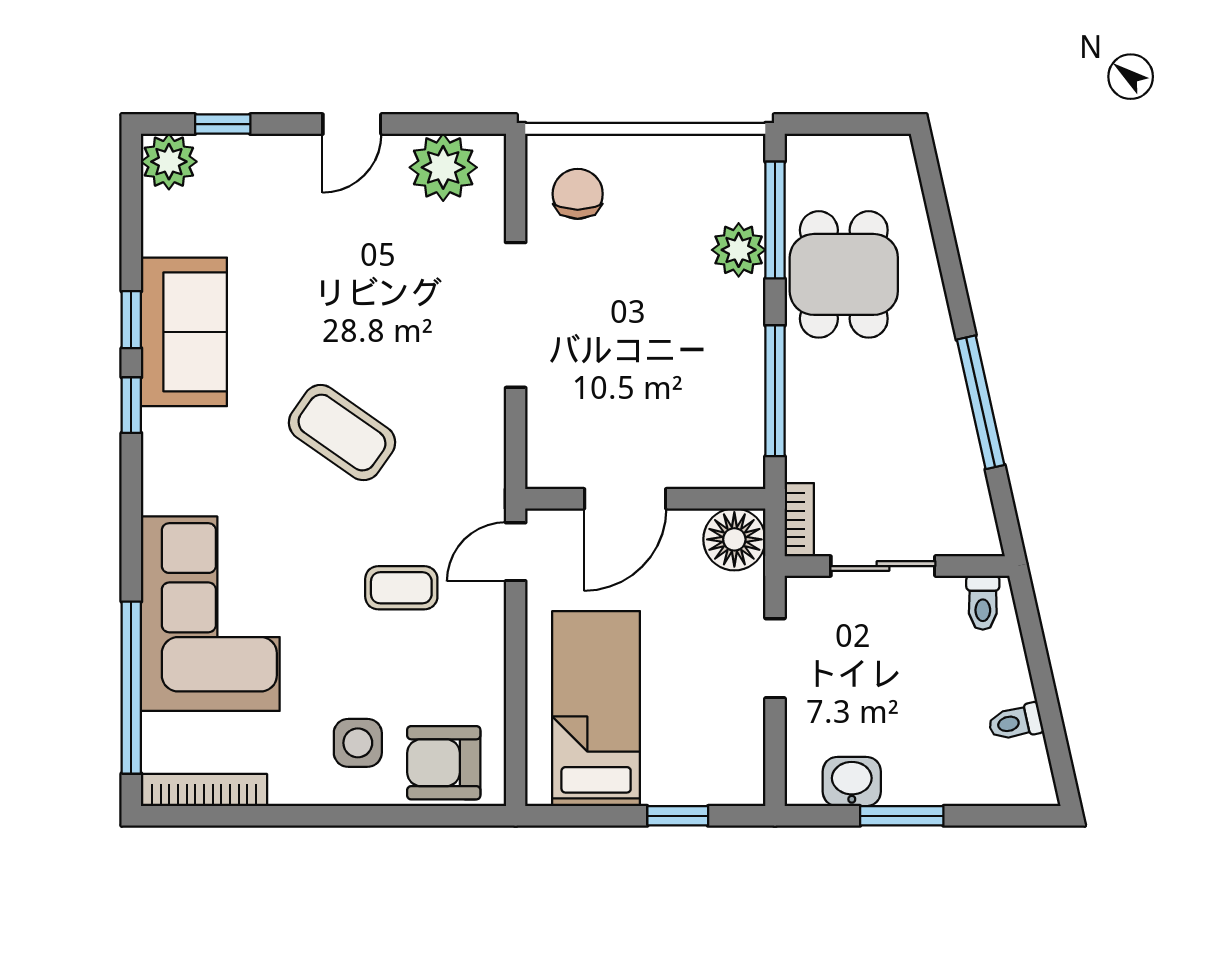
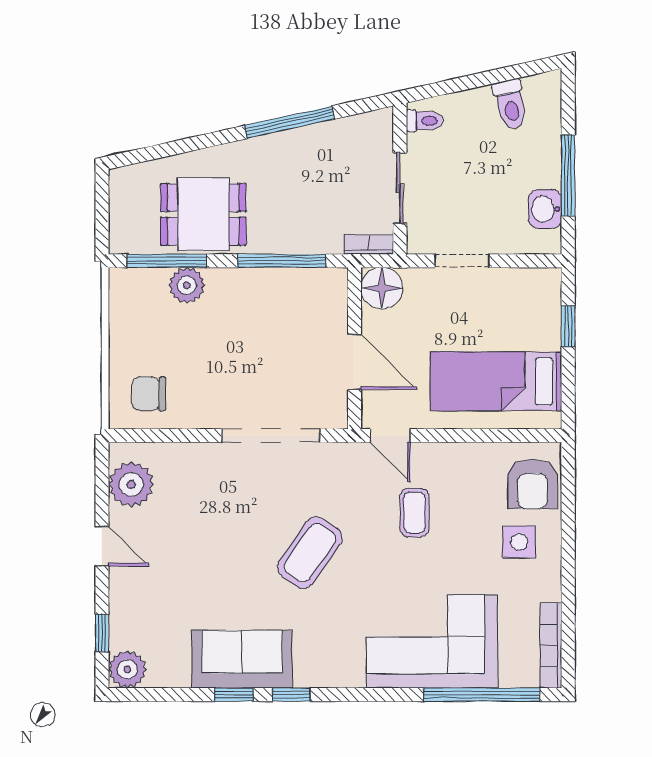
doorway: (516, 315) -> (271, 436), moved
toilet: (1016, 722) -> (511, 104), width x1.37, depth x1.39
window: (902, 816) -> (568, 175), width x1.44

